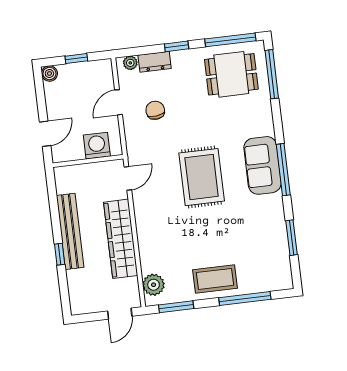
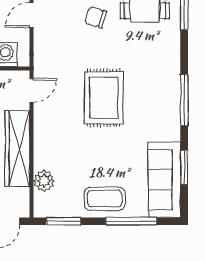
chair: (155, 110) -> (96, 17), moved, turned -69
sofa: (263, 165) -> (164, 180), moved, width x1.36
plant: (154, 285) -> (44, 181), moved

